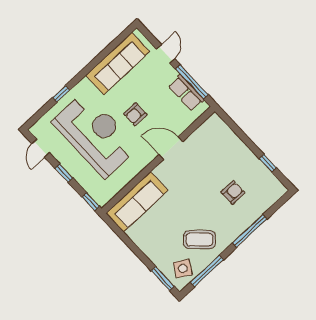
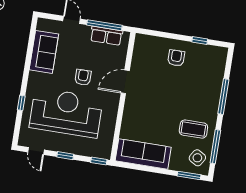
sofa: (118, 63) -> (44, 52), width x0.73
armchair: (135, 114) -> (83, 77), turned 180
armchair: (233, 192) -> (176, 58), moved
sofa: (137, 202) -> (143, 154), moved, turned -90
coffee table: (199, 239) -> (193, 129), turned 47

